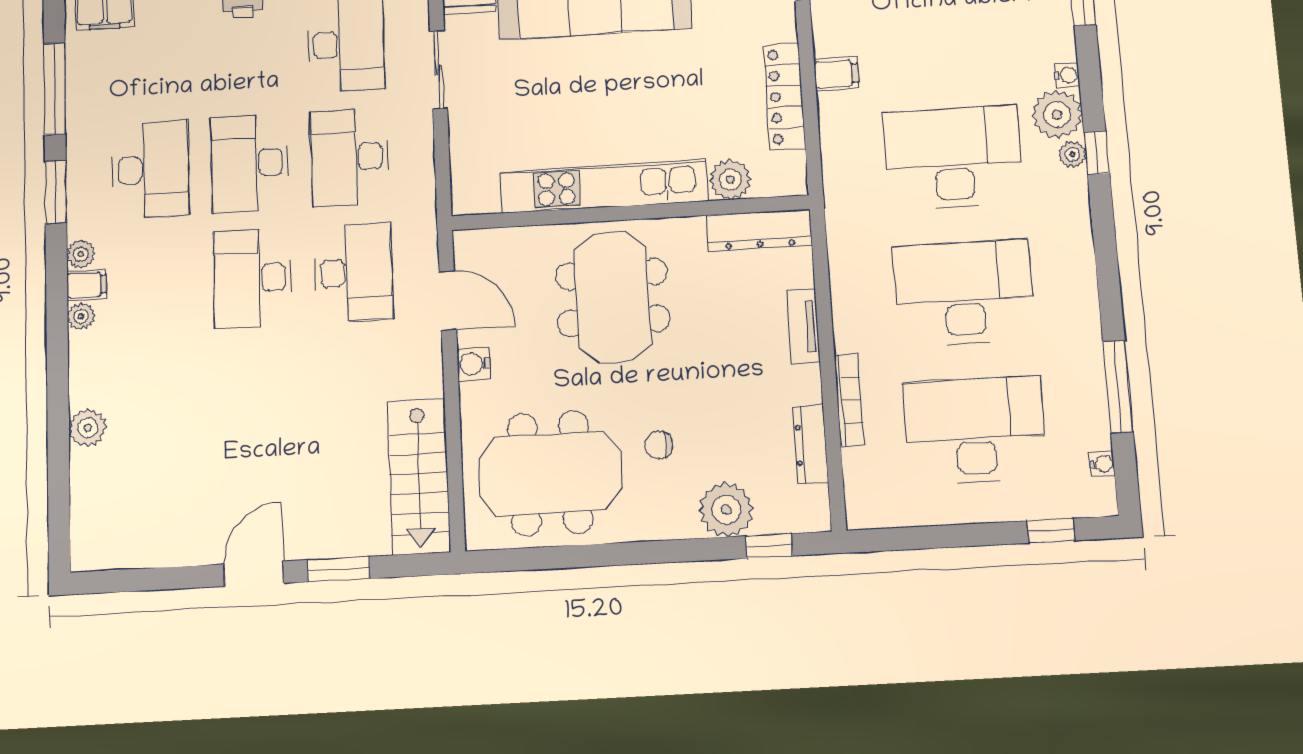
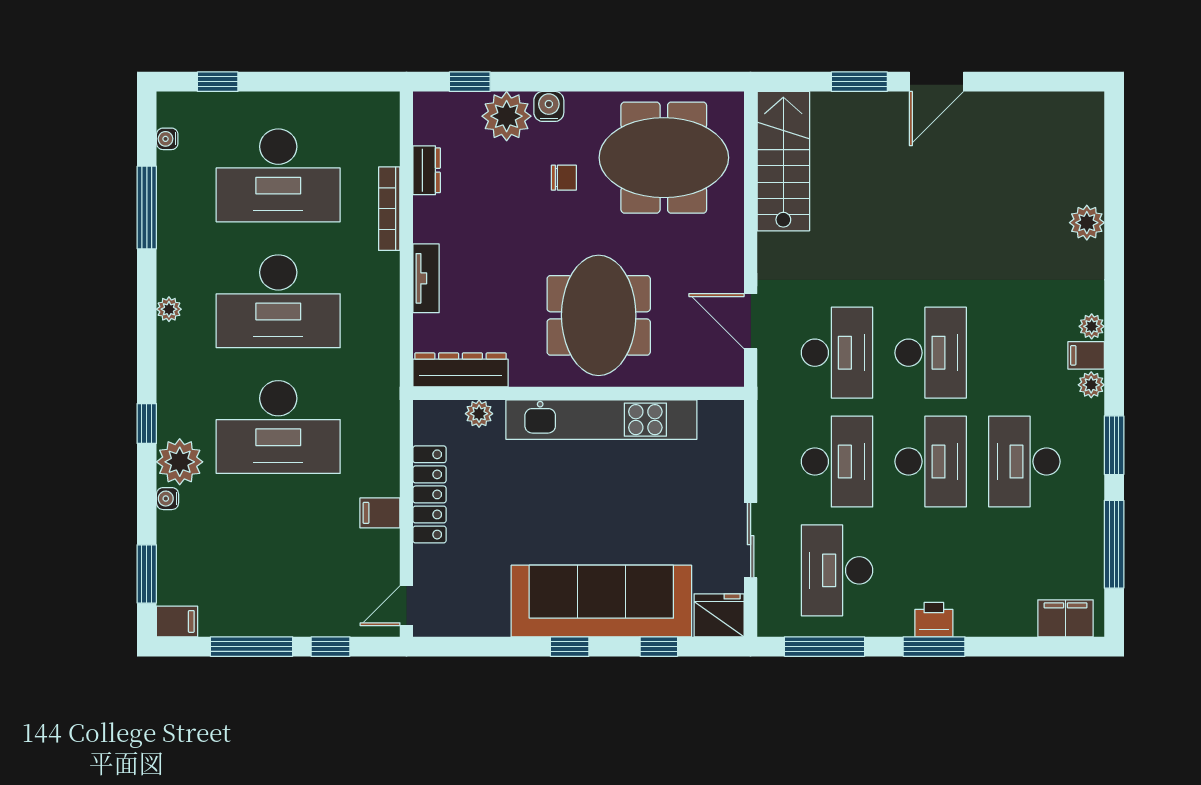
plant: (1072, 154) -> (169, 309), moved
plant: (730, 180) -> (479, 414), width x0.73, depth x0.73
desk: (353, 272) -> (837, 353), turned 180
water cooler: (474, 364) -> (549, 106), moved, turned -90
dresser: (811, 445) -> (427, 170), width x0.70

